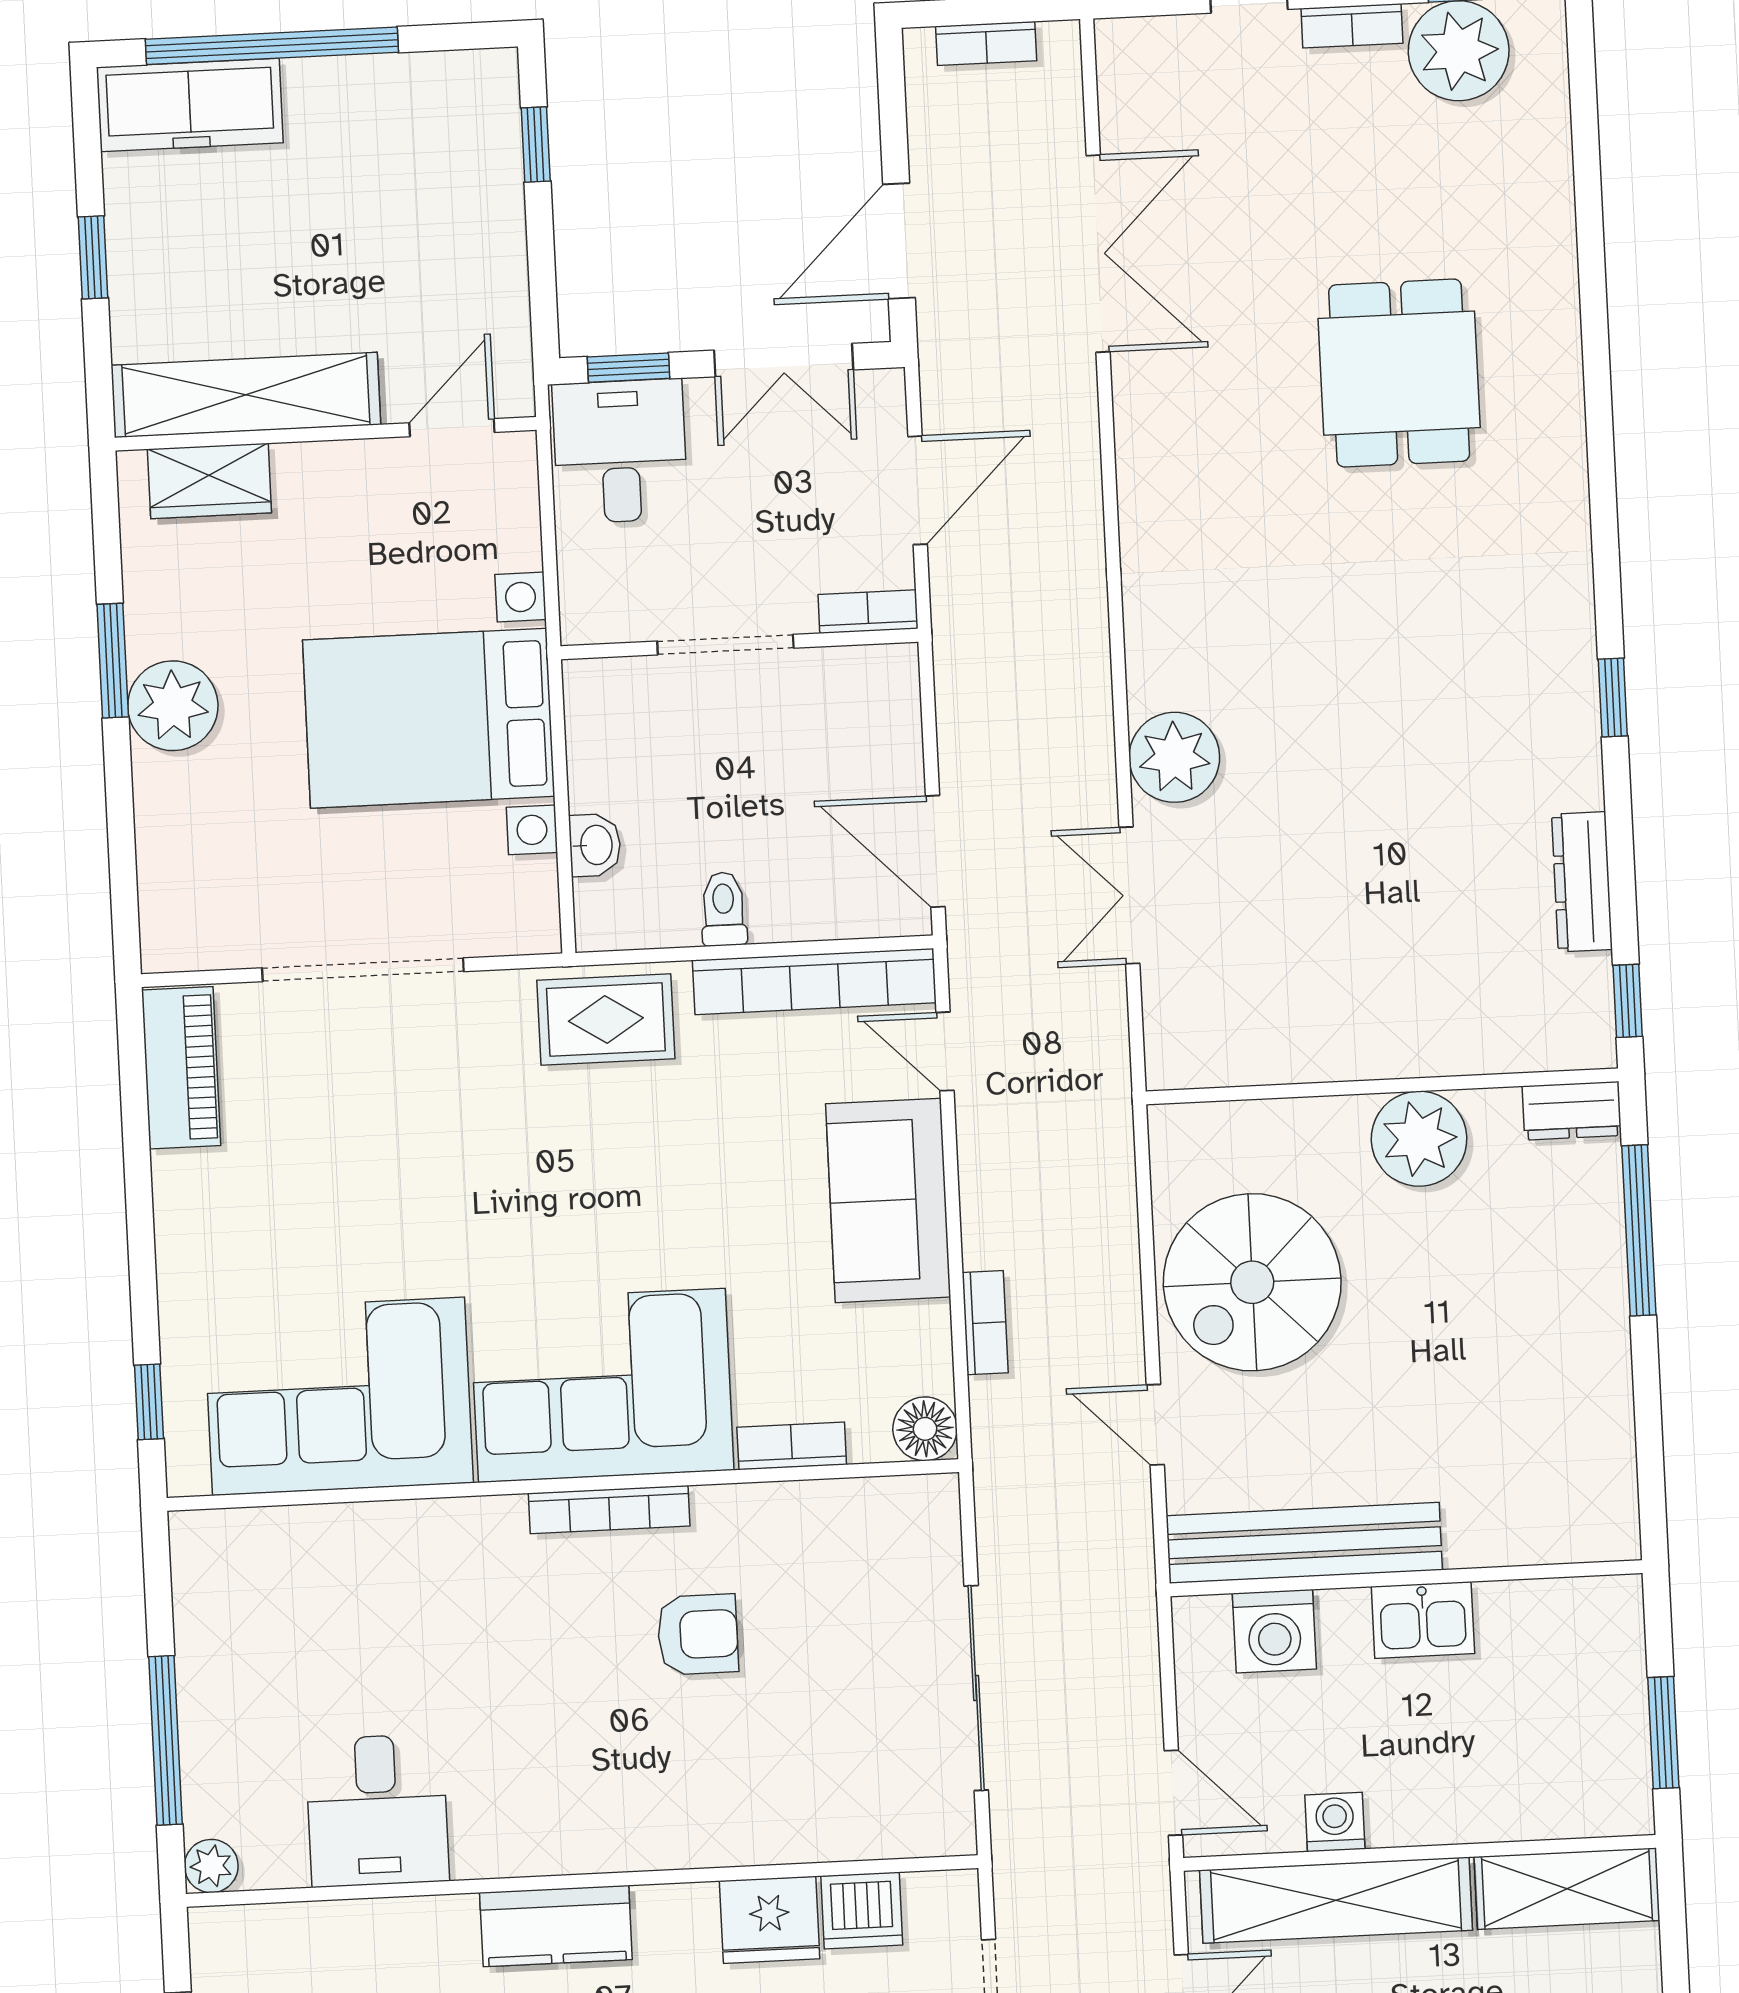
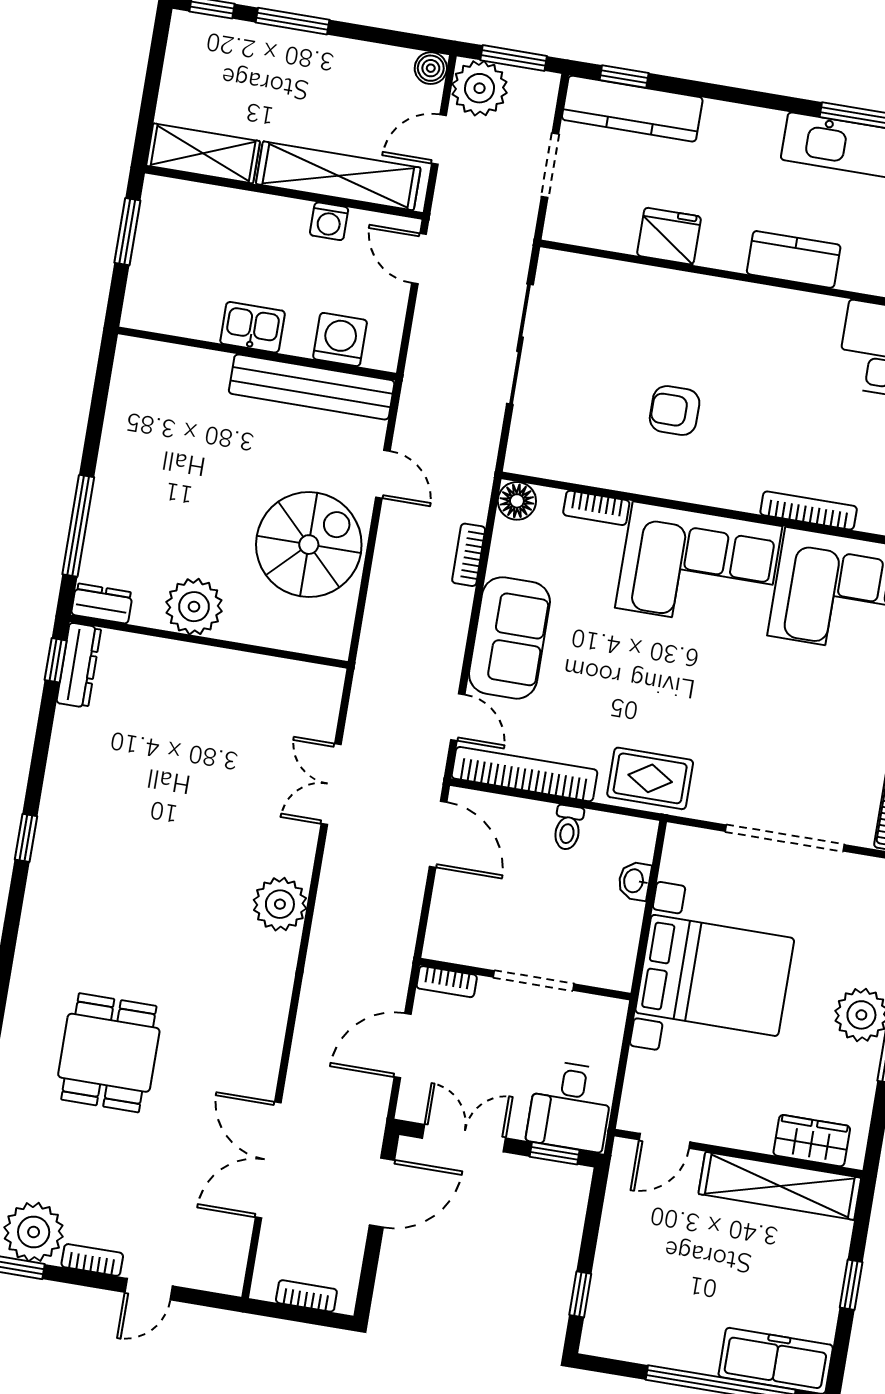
plant: (1174, 757) -> (280, 904), moved
dresser: (1582, 882) -> (79, 665), moved
double door: (1129, 895) -> (331, 784), swing flipped
bookcase: (609, 1510) -> (809, 510), moved
dishwasher: (862, 1910) -> (614, 230), removed

